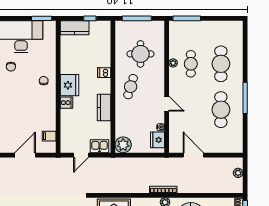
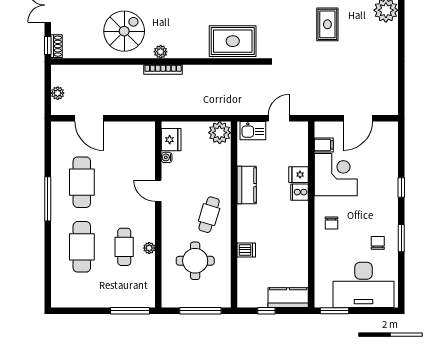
dishwasher: (104, 73) -> (246, 250), moved
fridge: (69, 85) -> (299, 175), moved, width x0.53, depth x0.75
corner desk: (41, 115) -> (336, 175), added
door: (193, 155) -> (89, 118), moved

